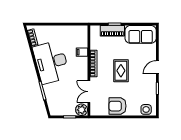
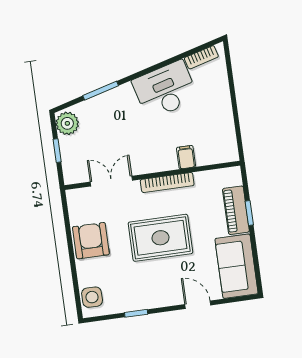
desk: (51, 62) -> (165, 90), width x0.73, depth x0.77
door: (157, 67) -> (198, 305), moved
rug: (121, 71) -> (160, 238), width x1.36, depth x1.43
plant: (82, 110) -> (67, 123), moved

